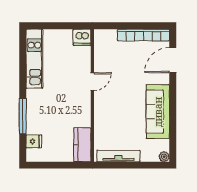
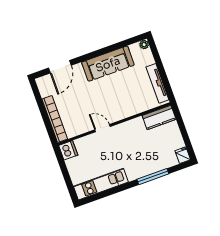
bookcase: (143, 35) -> (55, 119), moved
door: (173, 60) -> (60, 67), hinge flipped
fridge: (34, 141) -> (183, 155), moved

